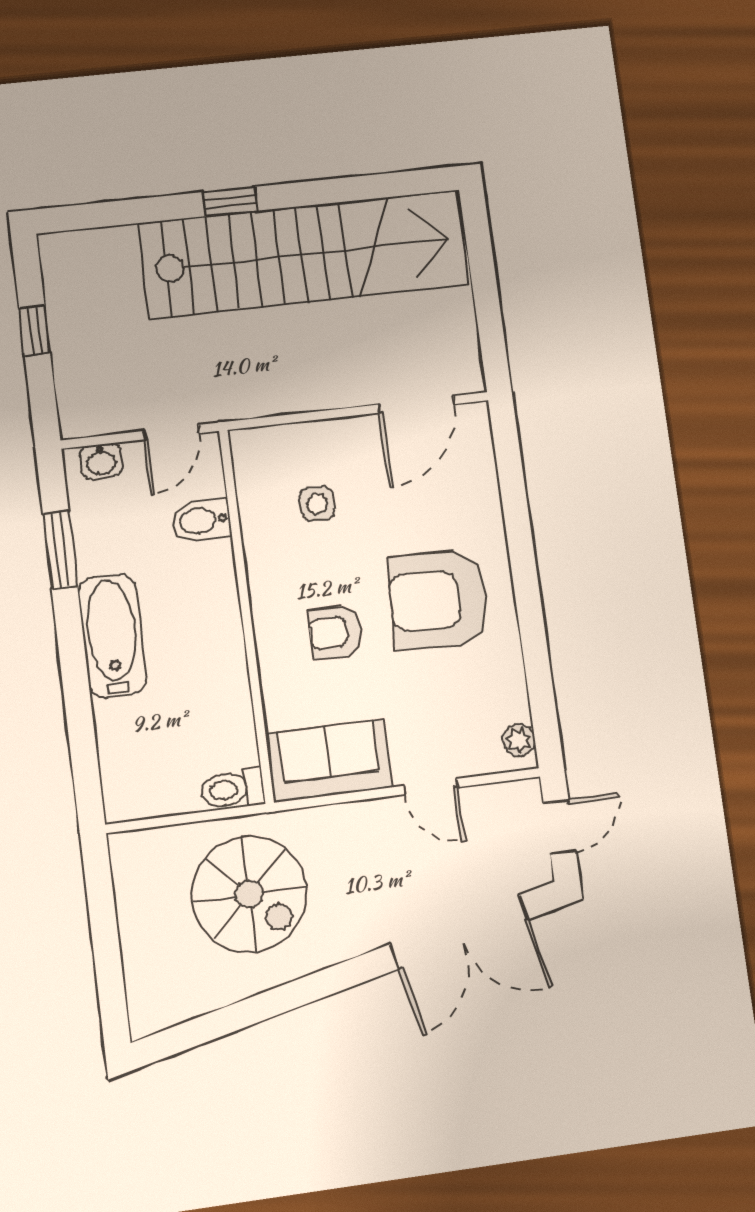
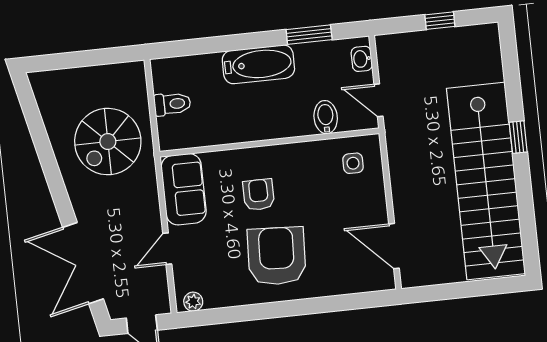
side table: (317, 504) -> (353, 163), moved
toilet: (232, 789) -> (172, 104), moved, turned 90

